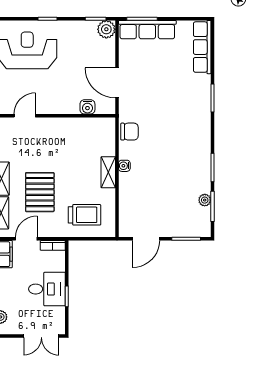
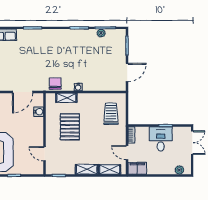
shelving: (108, 172) -> (66, 98), moved
pallet: (40, 192) -> (70, 127), moved, turned 90
door: (146, 239) -> (127, 72), hinge flipped

